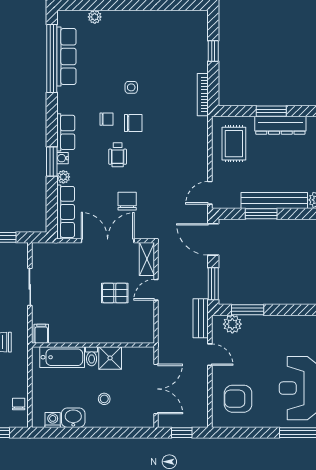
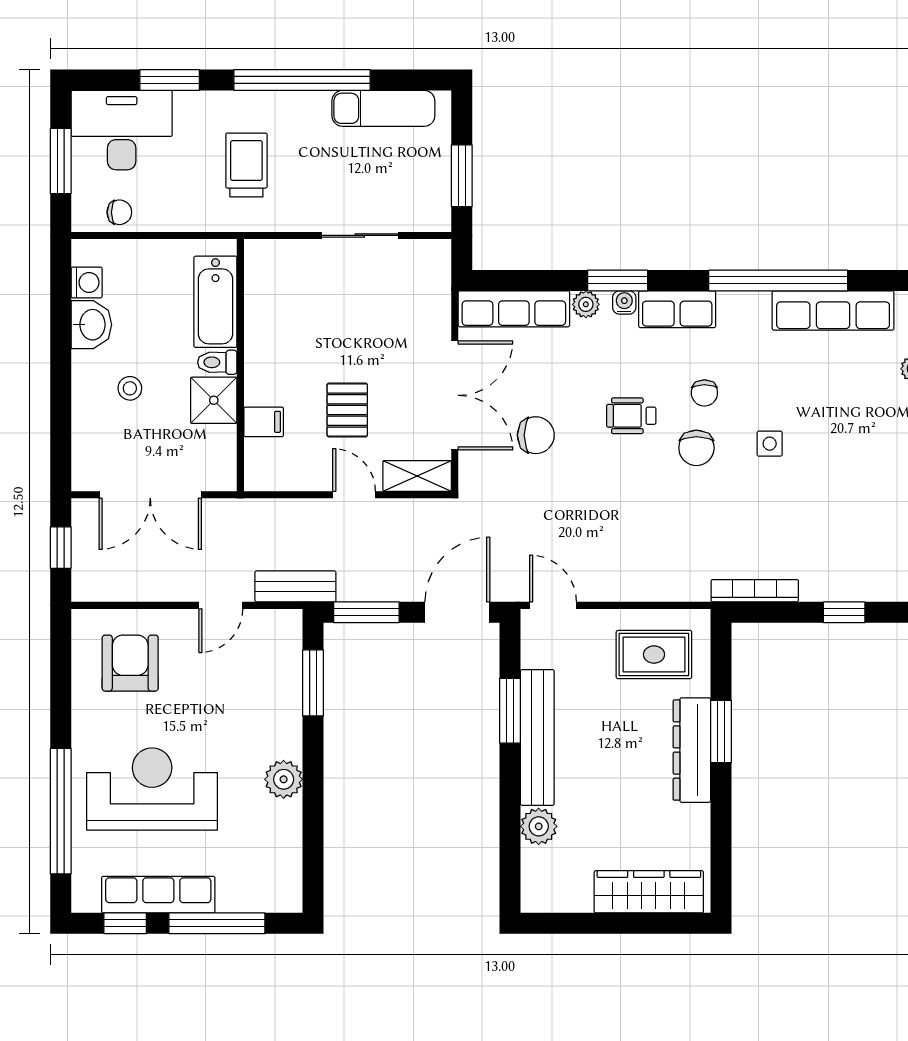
window: (52, 58) -> (778, 280), moved
plant: (232, 324) -> (284, 779), moved
filing cabinet: (41, 334) -> (264, 422), moved

